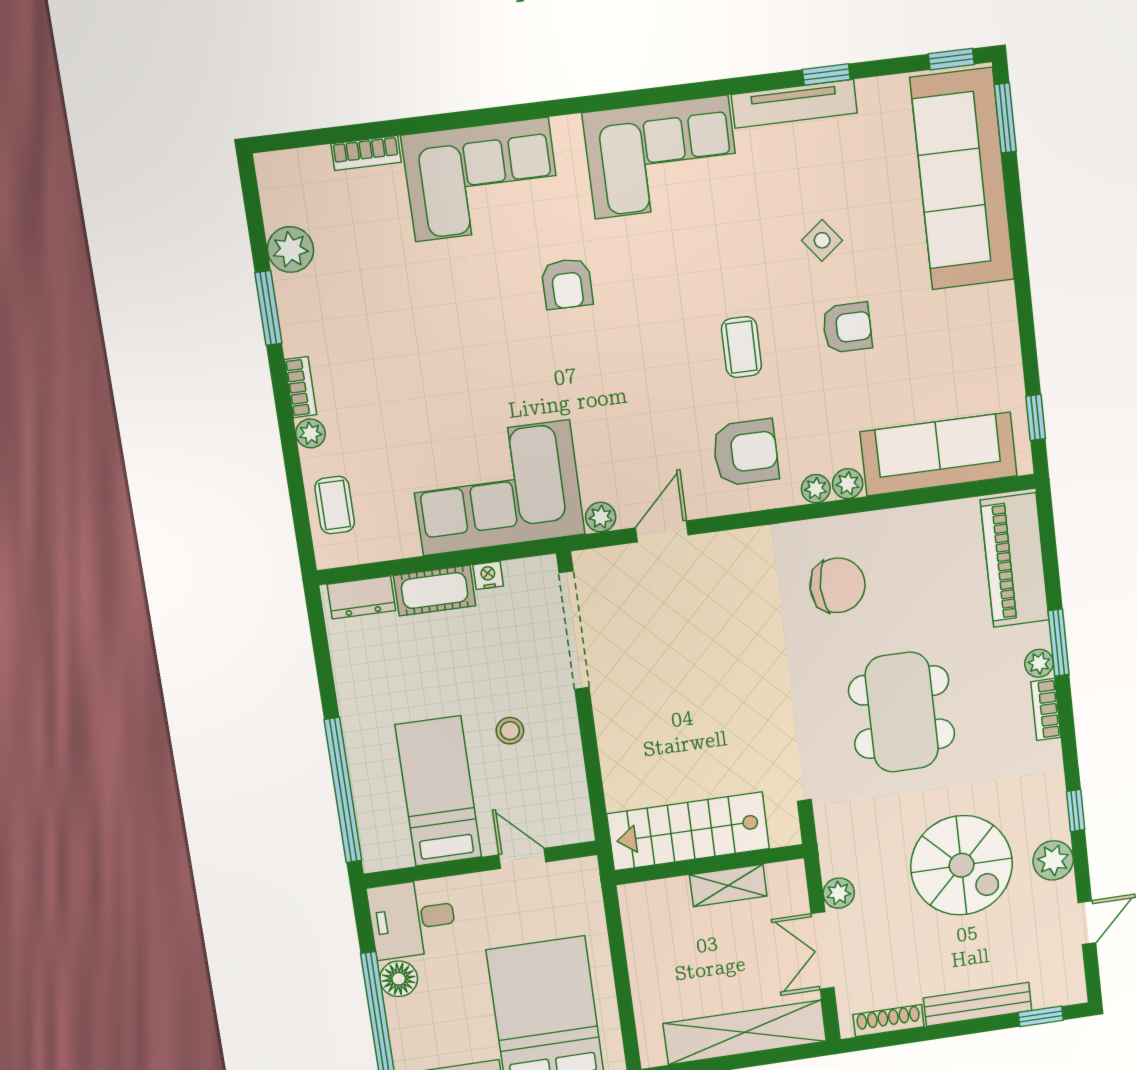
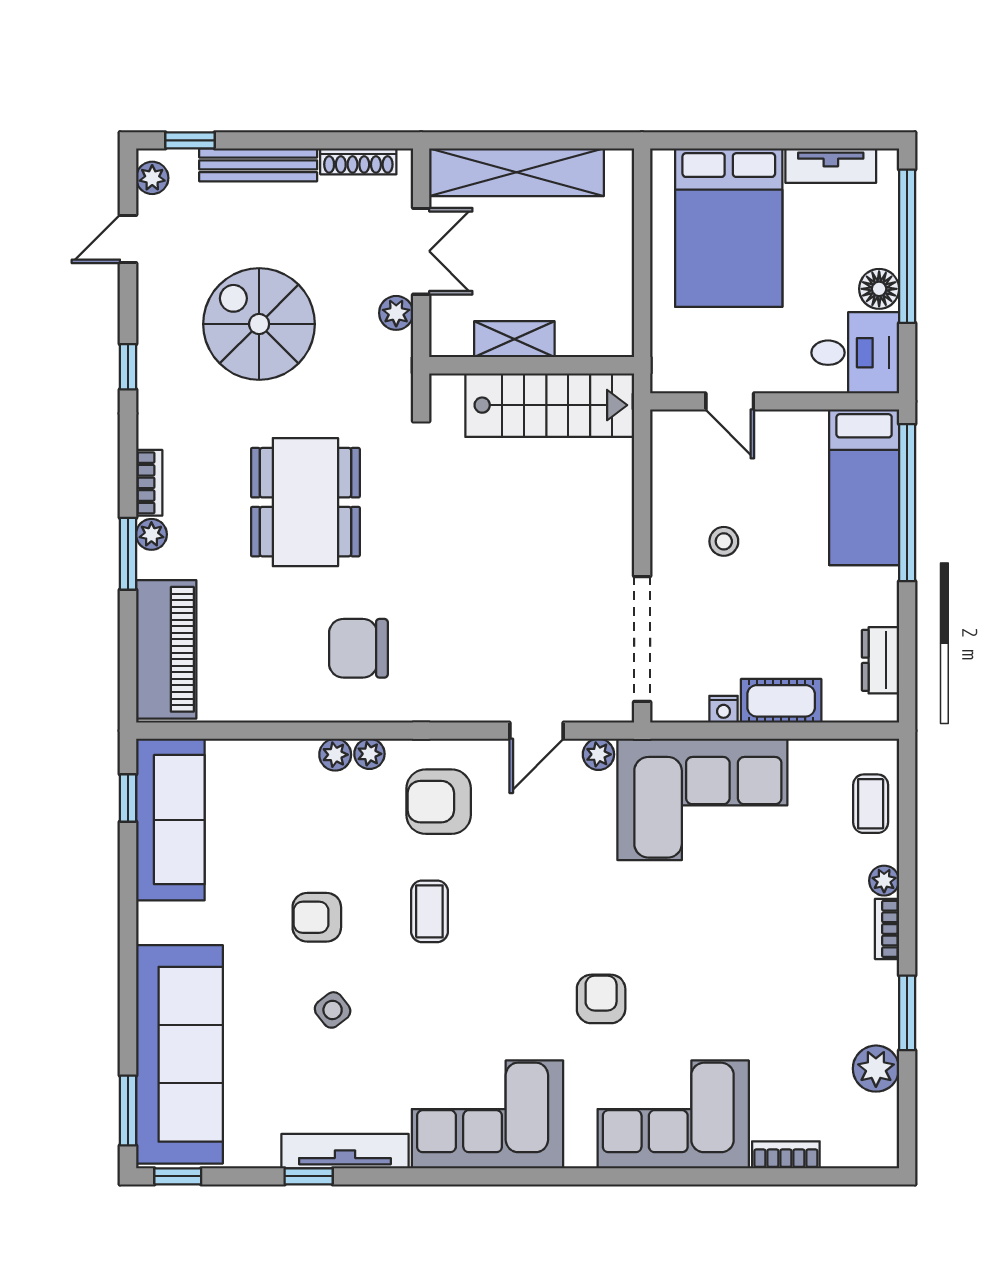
sofa: (939, 454) -> (170, 820), moved, turned -90
dresser: (361, 597) -> (880, 660), moved, turned -90
bed: (438, 791) -> (864, 487), moved
plant: (1053, 860) -> (152, 178), moved, width x0.73, depth x0.73

